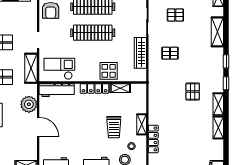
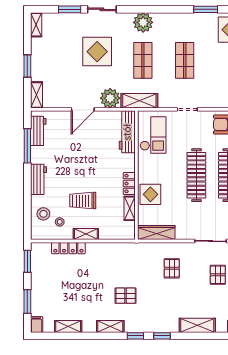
wardrobe: (140, 53) -> (156, 233), moved
shelving: (31, 68) -> (139, 101), moved
locker: (95, 88) -> (129, 183), width x0.66
shelving: (218, 128) -> (68, 327), moved

